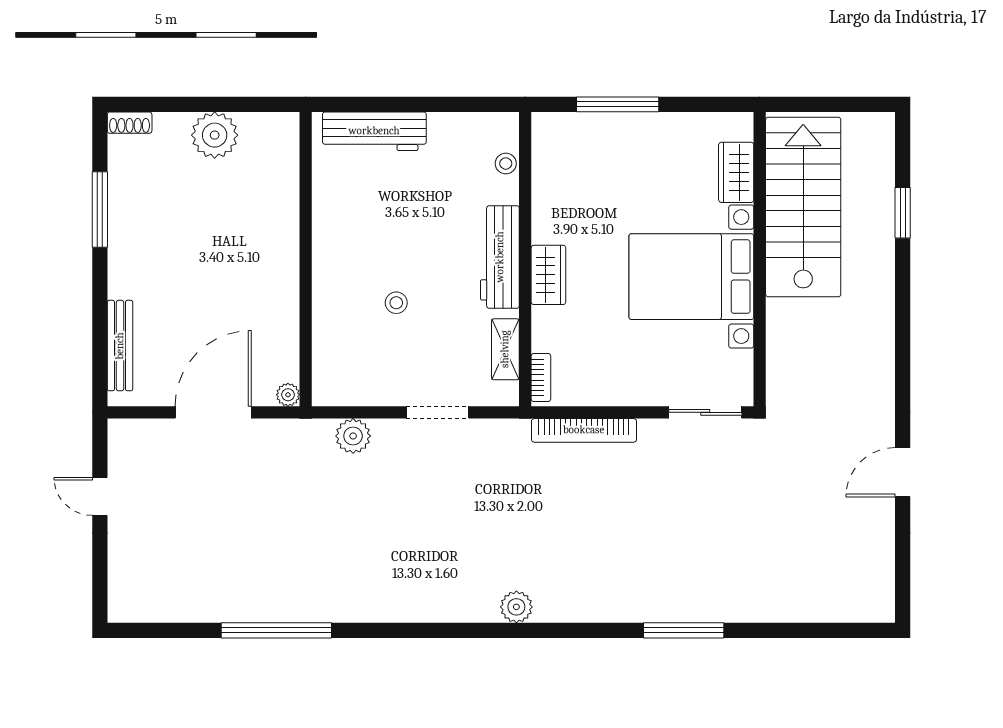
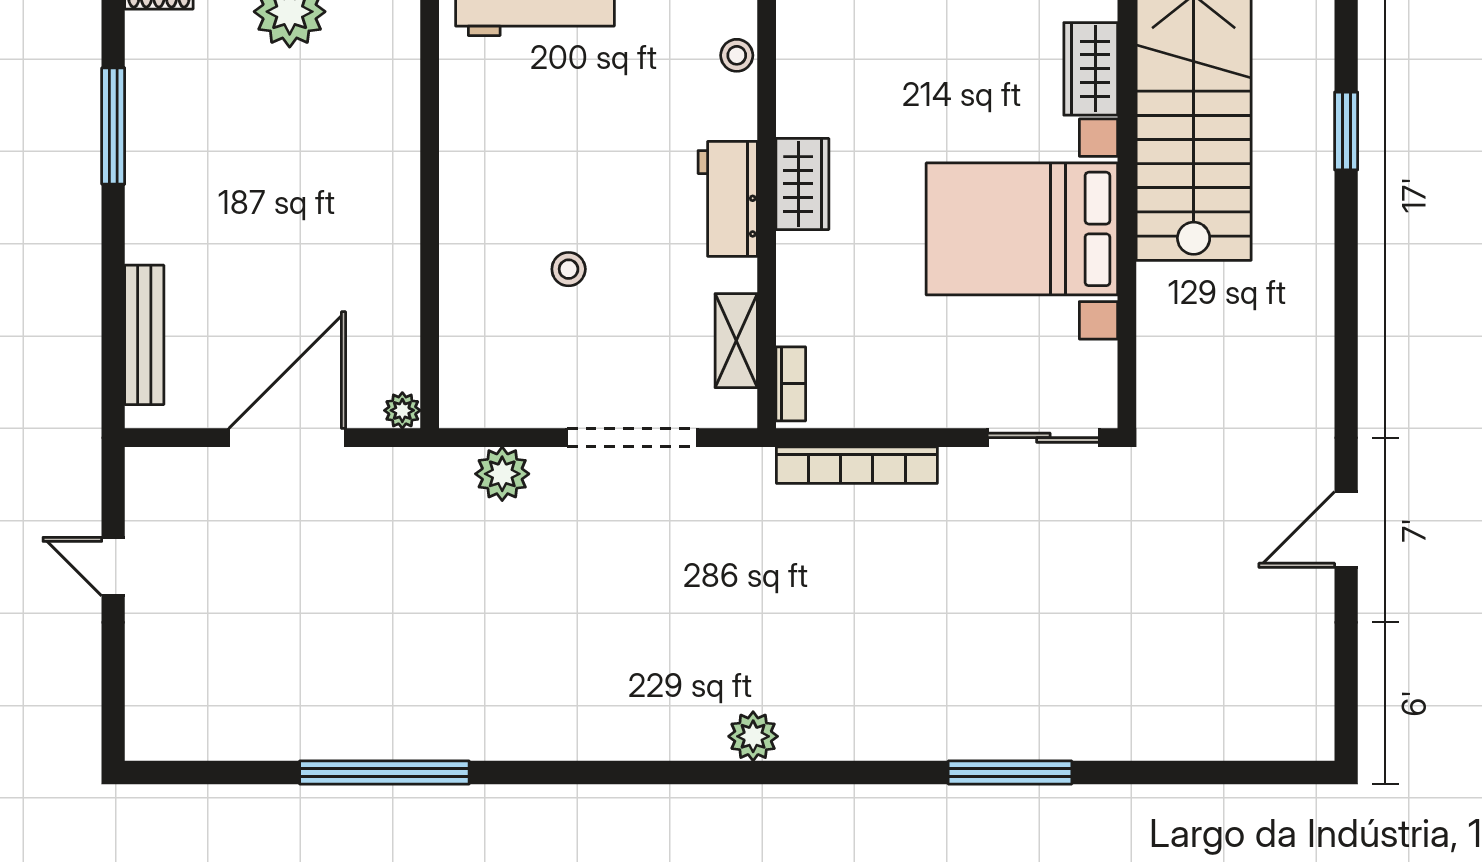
workbench: (500, 257) -> (728, 199), width x0.73
wardrobe: (548, 275) -> (802, 184), moved
doorway: (438, 412) -> (632, 438), width x1.36

